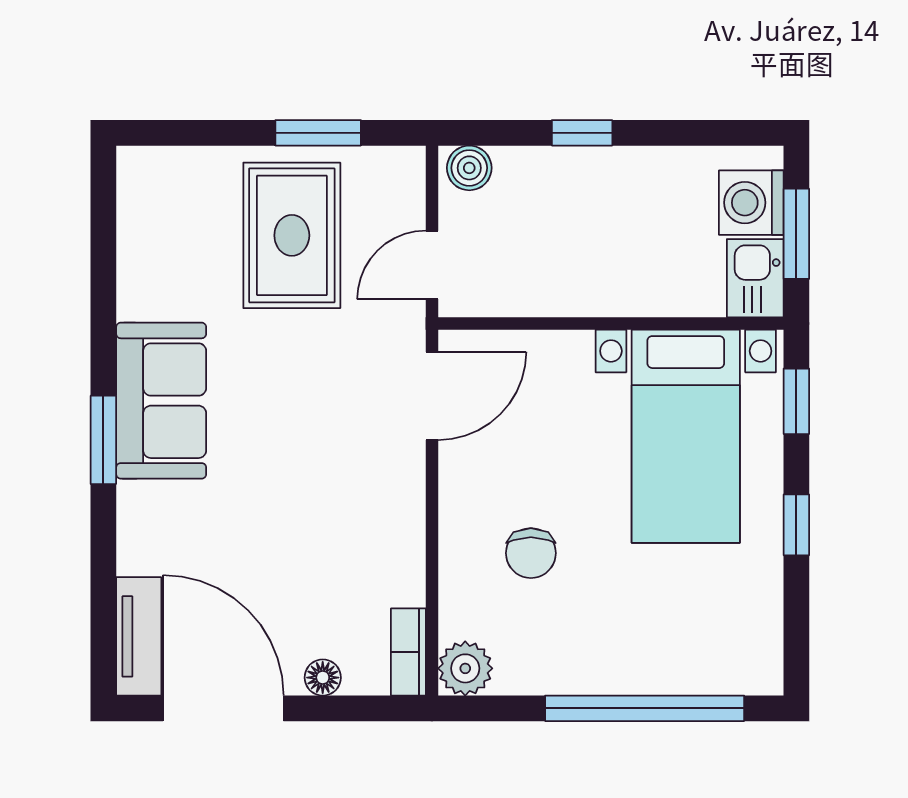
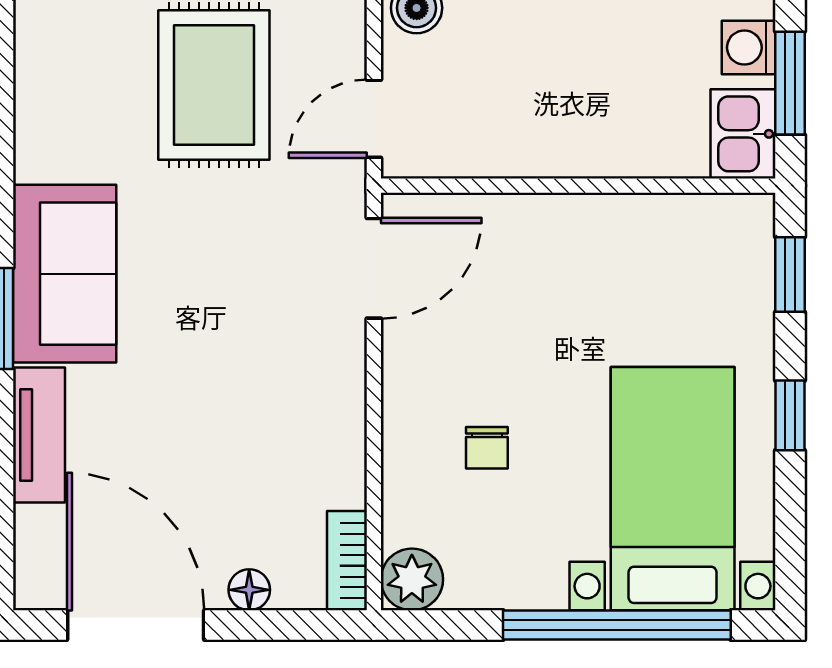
washing machine: (751, 203) -> (749, 48), width x0.73, depth x0.73
bed with nightstands: (686, 436) -> (673, 489), moved, turned 180
chair: (531, 553) -> (487, 448), width x0.73, depth x0.73
tv unit: (139, 636) -> (39, 435), moved

